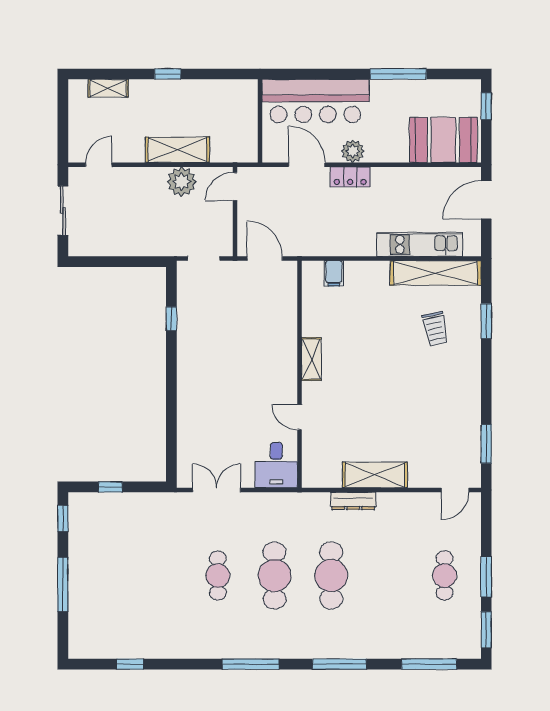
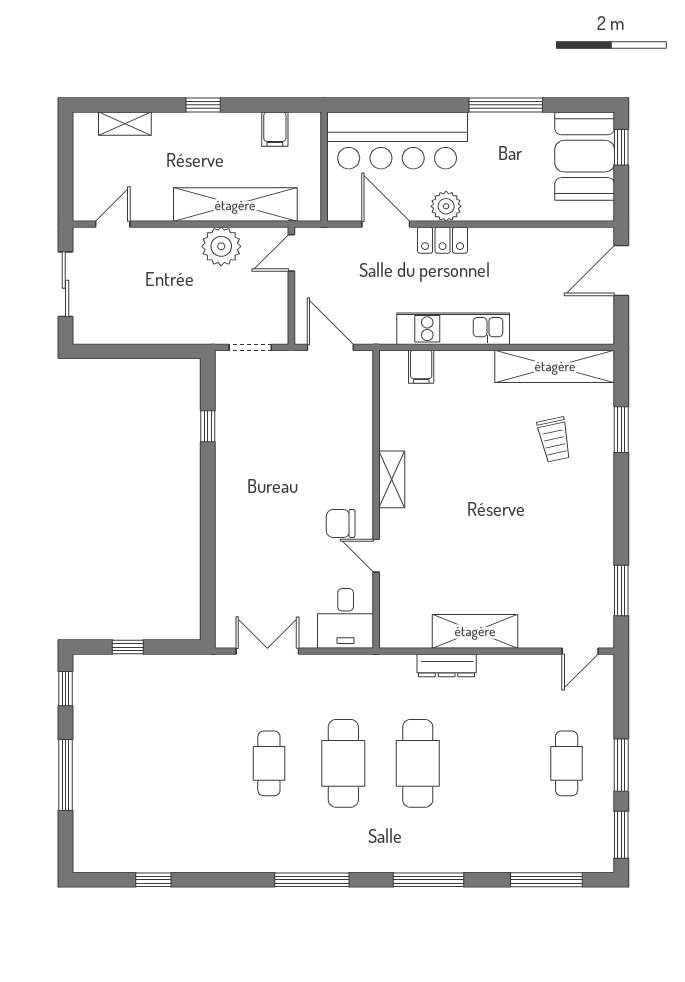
filing cabinet: (222, 92) -> (275, 129), added
booth: (443, 140) -> (585, 156), moved, turned 90
shelving: (177, 150) -> (235, 205), width x1.47
kitchen unit: (420, 244) -> (453, 329), moved
chair: (272, 393) -> (341, 523), added

